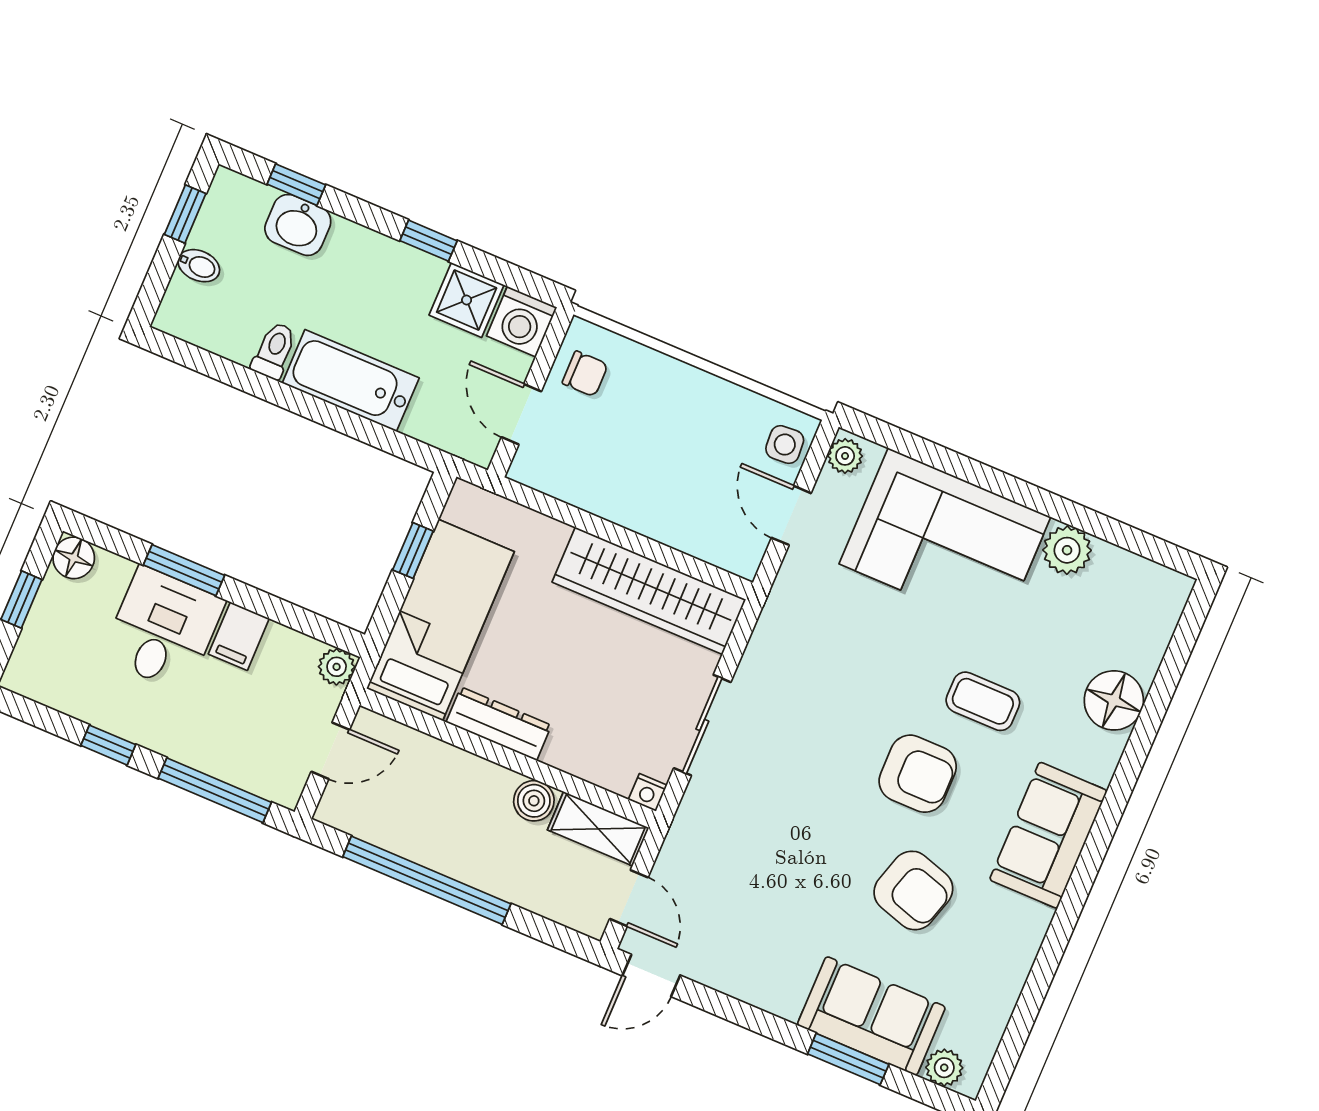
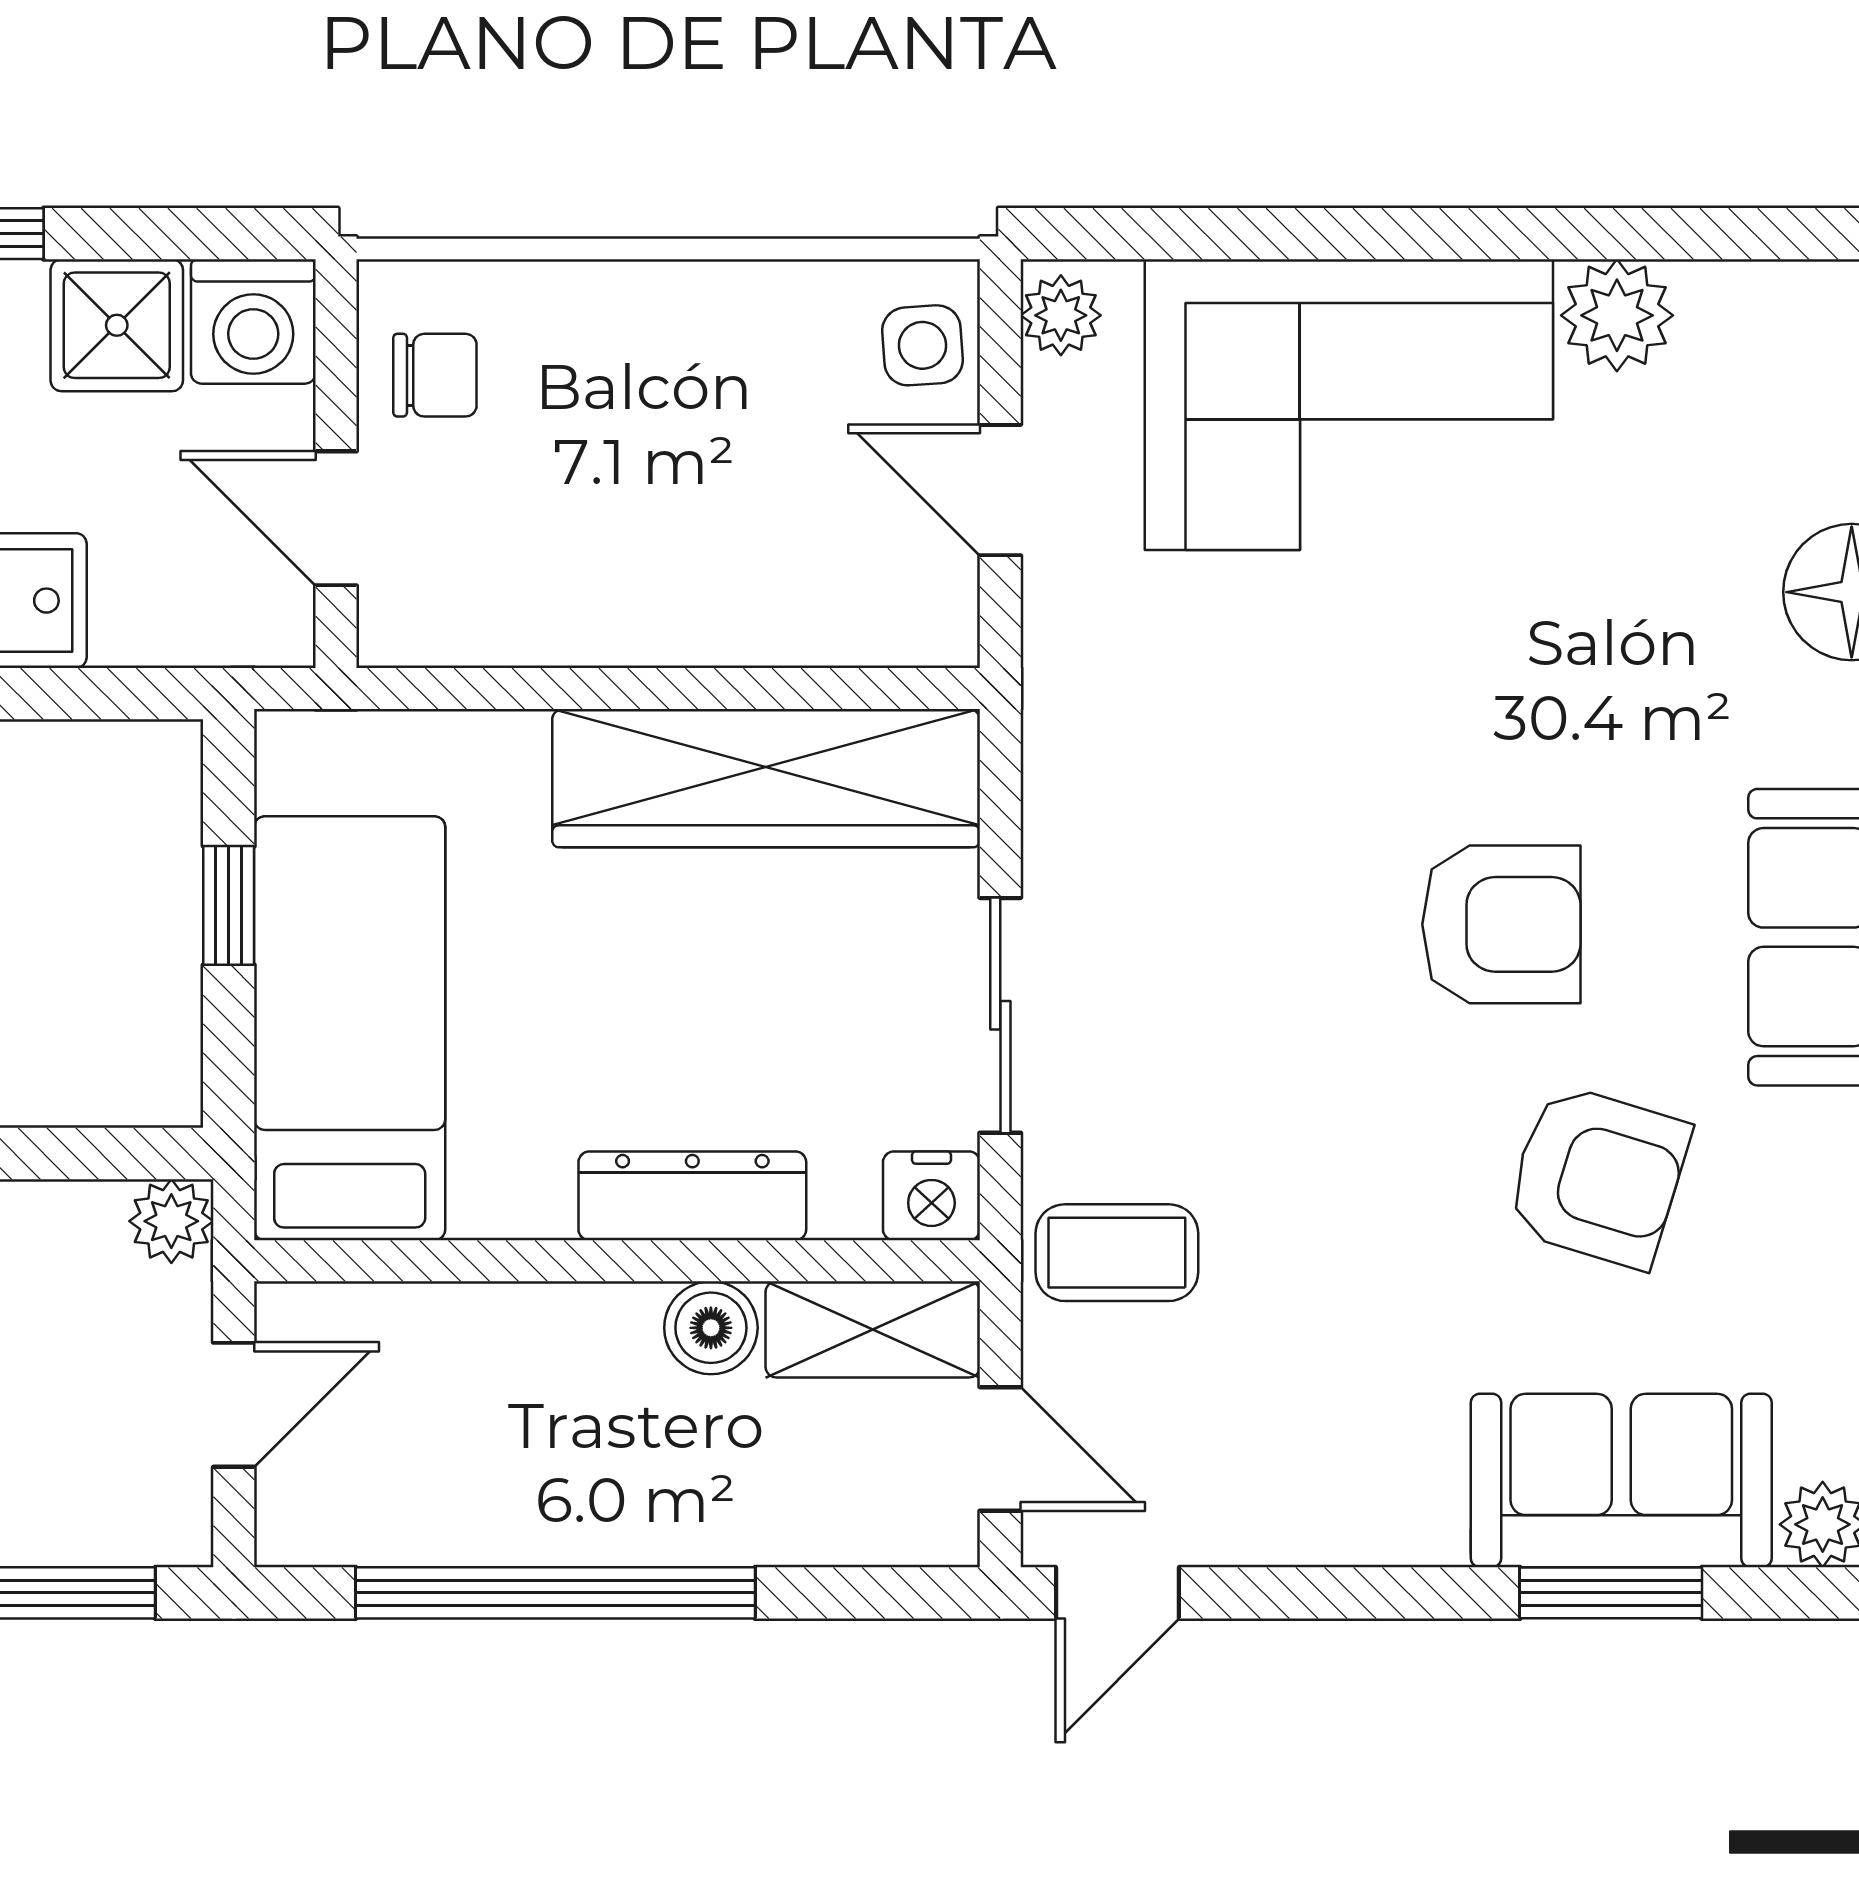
coffee table: (983, 701) -> (1117, 1253), moved
dresser: (499, 724) -> (692, 1196), moved
nightstand: (648, 792) -> (931, 1196), width x1.39, depth x1.35

